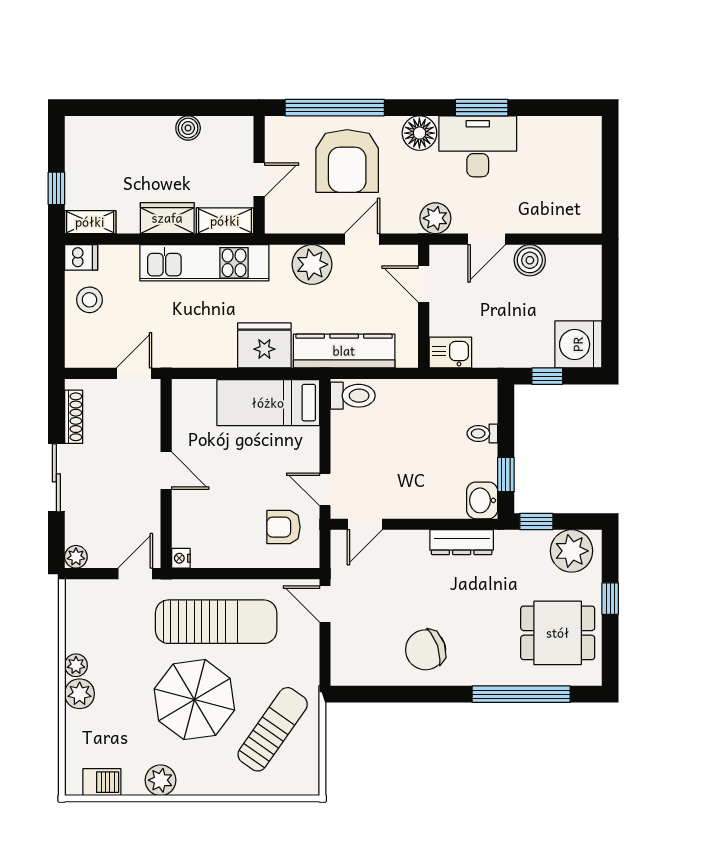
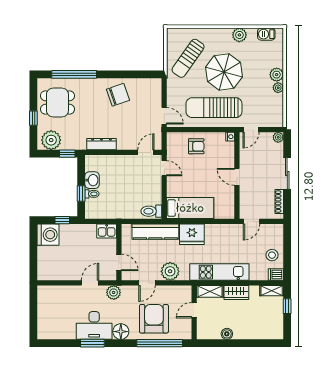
boiler: (530, 260) -> (70, 273), removed
window: (506, 475) -> (81, 193), moved
washbasin: (482, 500) -> (92, 180), moved
armchair: (283, 527) -> (196, 146), moved

